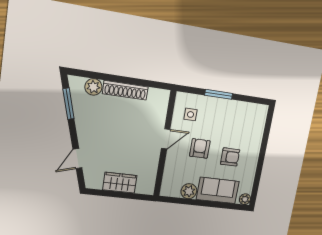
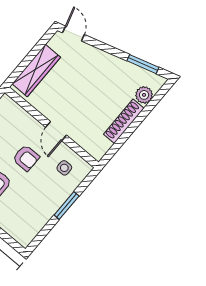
door: (77, 159) -> (73, 34), moved
wardrobe: (120, 183) -> (36, 70), width x1.50

